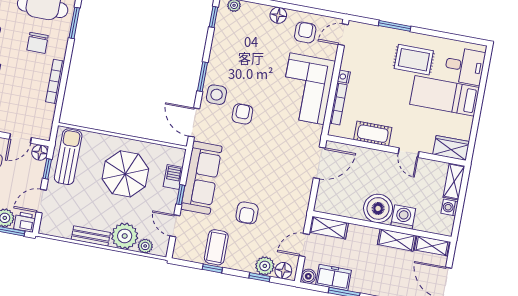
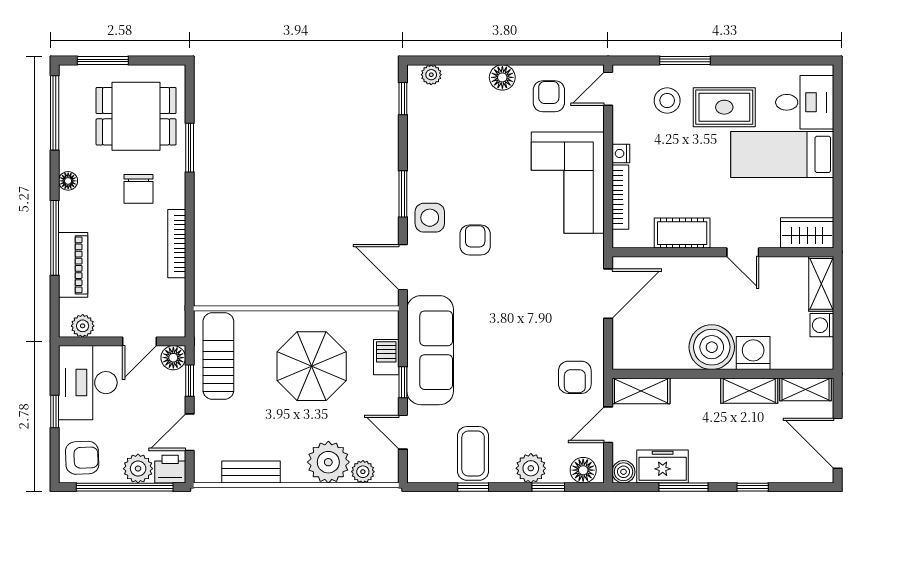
stool: (379, 49) -> (667, 100), added
armchair: (247, 213) -> (575, 377), moved
bench: (91, 236) -> (251, 472), moved
plant: (265, 266) -> (531, 468), moved

